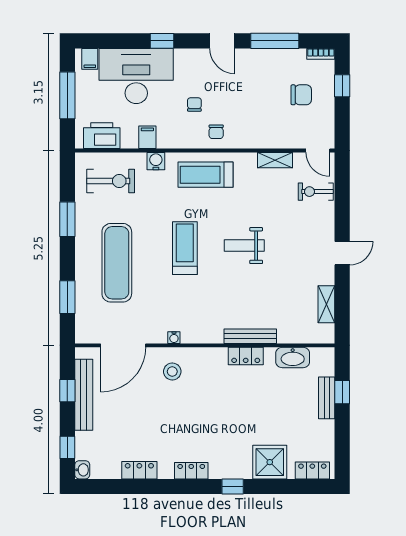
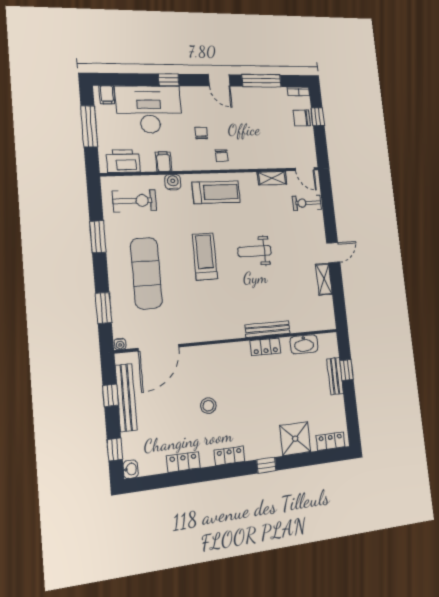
chair: (301, 95) -> (302, 118), moved, turned 180
treadmill: (206, 175) -> (216, 192), turned 180
shelving: (326, 304) -> (324, 279), moved
water cooler: (174, 338) -> (120, 344), moved
stool: (172, 371) -> (208, 406), moved

